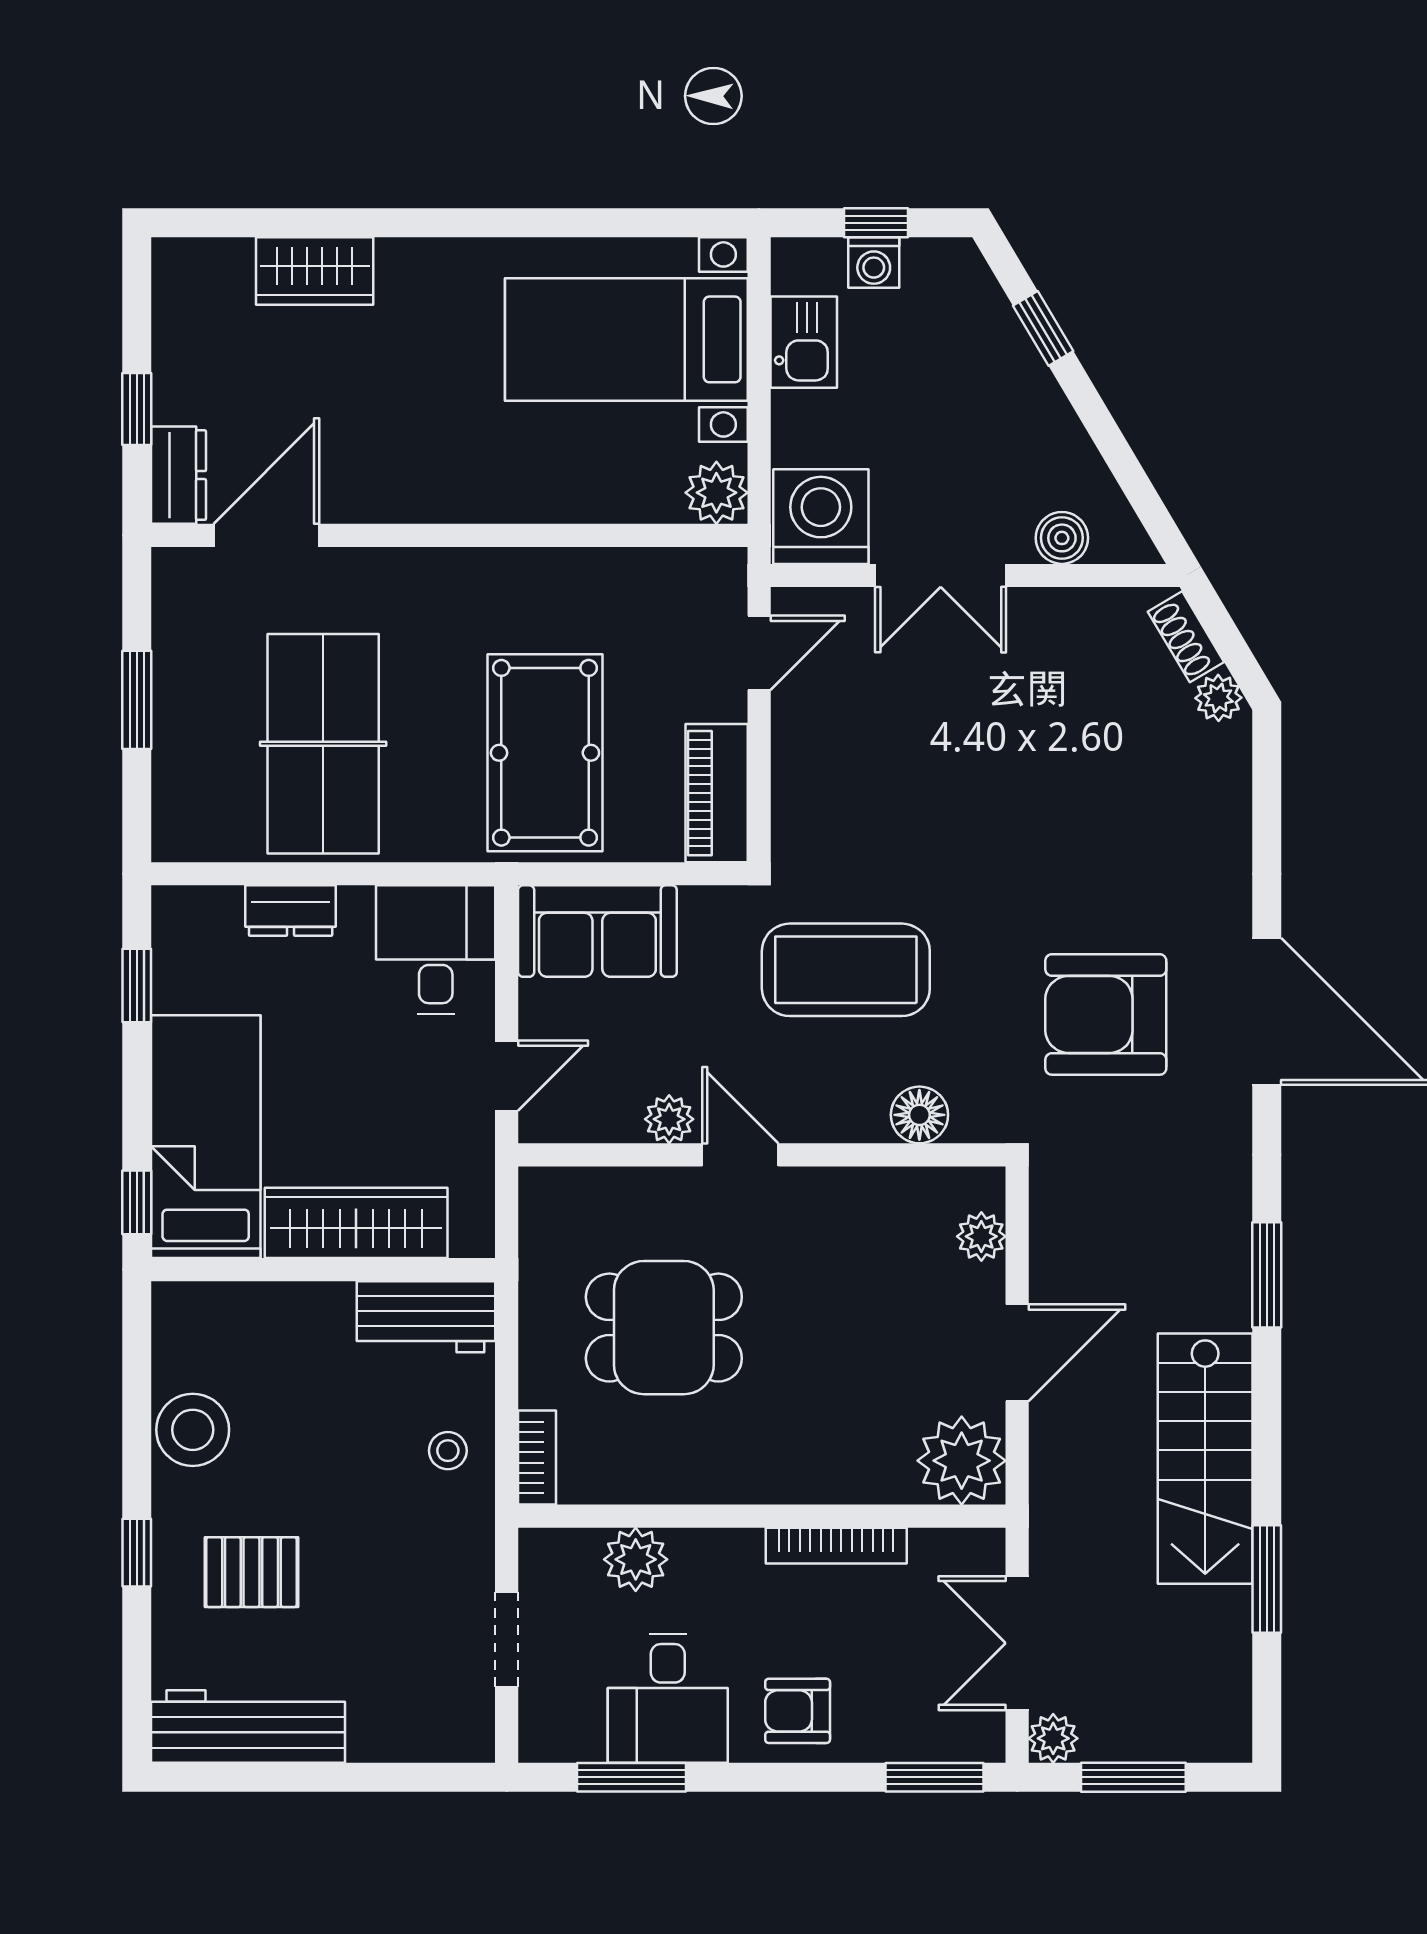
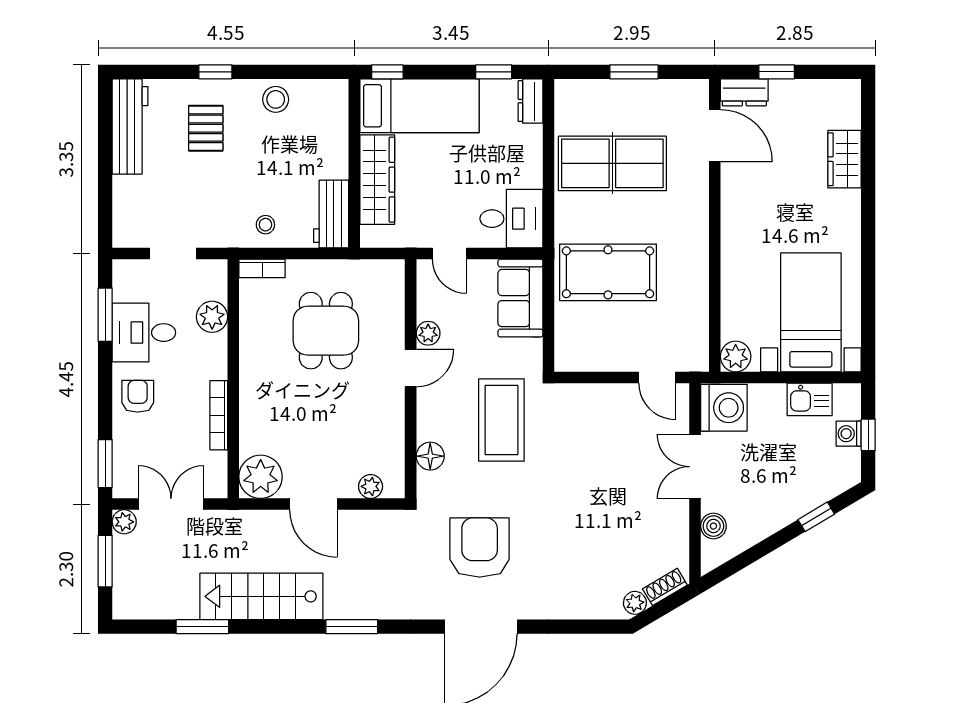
piano: (717, 793) -> (588, 357), removed
dresser: (291, 911) -> (531, 101), moved
stool: (193, 1430) -> (276, 99), width x0.73, depth x0.73

